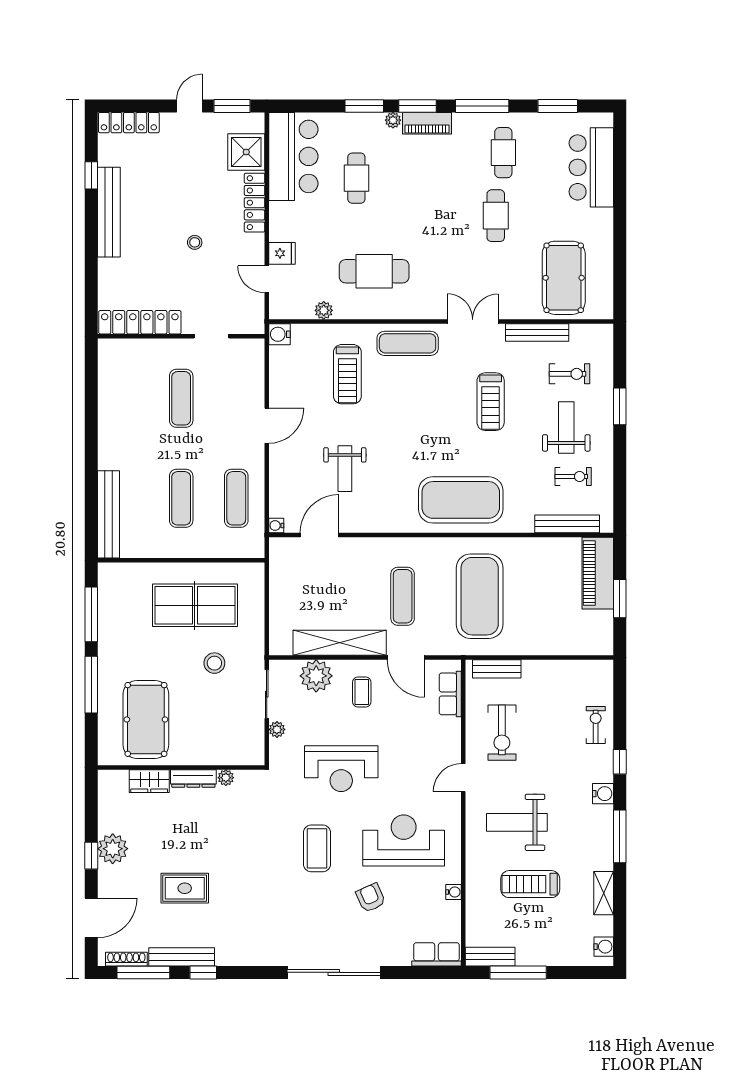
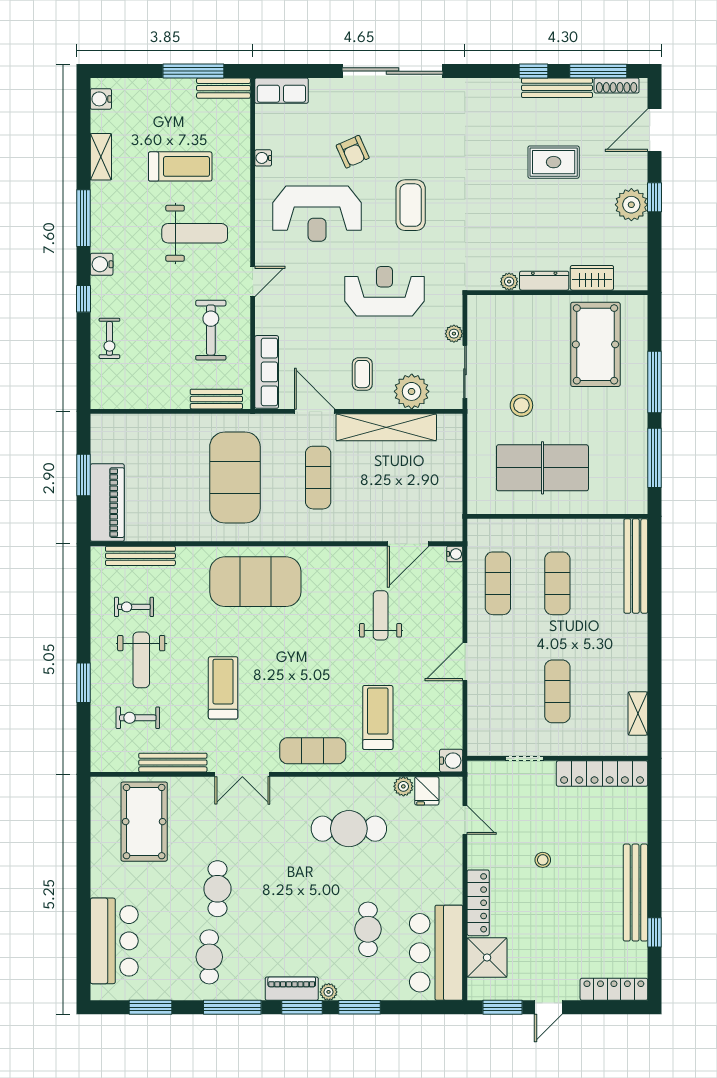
fridge: (282, 253) -> (427, 791), moved, turned -90
shelving: (107, 378) -> (638, 713), added
row of seats: (450, 694) -> (267, 372), width x1.48

